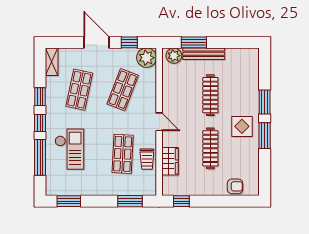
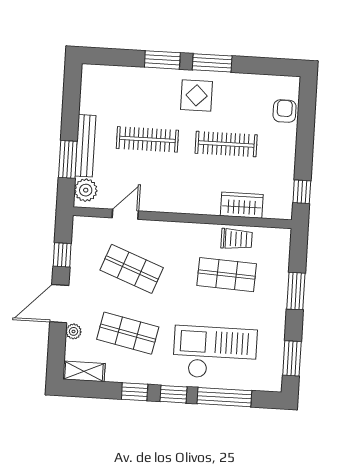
plant: (147, 58) -> (73, 331), moved, width x0.53, depth x0.53
door: (159, 122) -> (125, 214), moved
checkout: (69, 149) -> (215, 353), width x1.36, depth x1.21
window: (130, 201) -> (296, 291), moved

